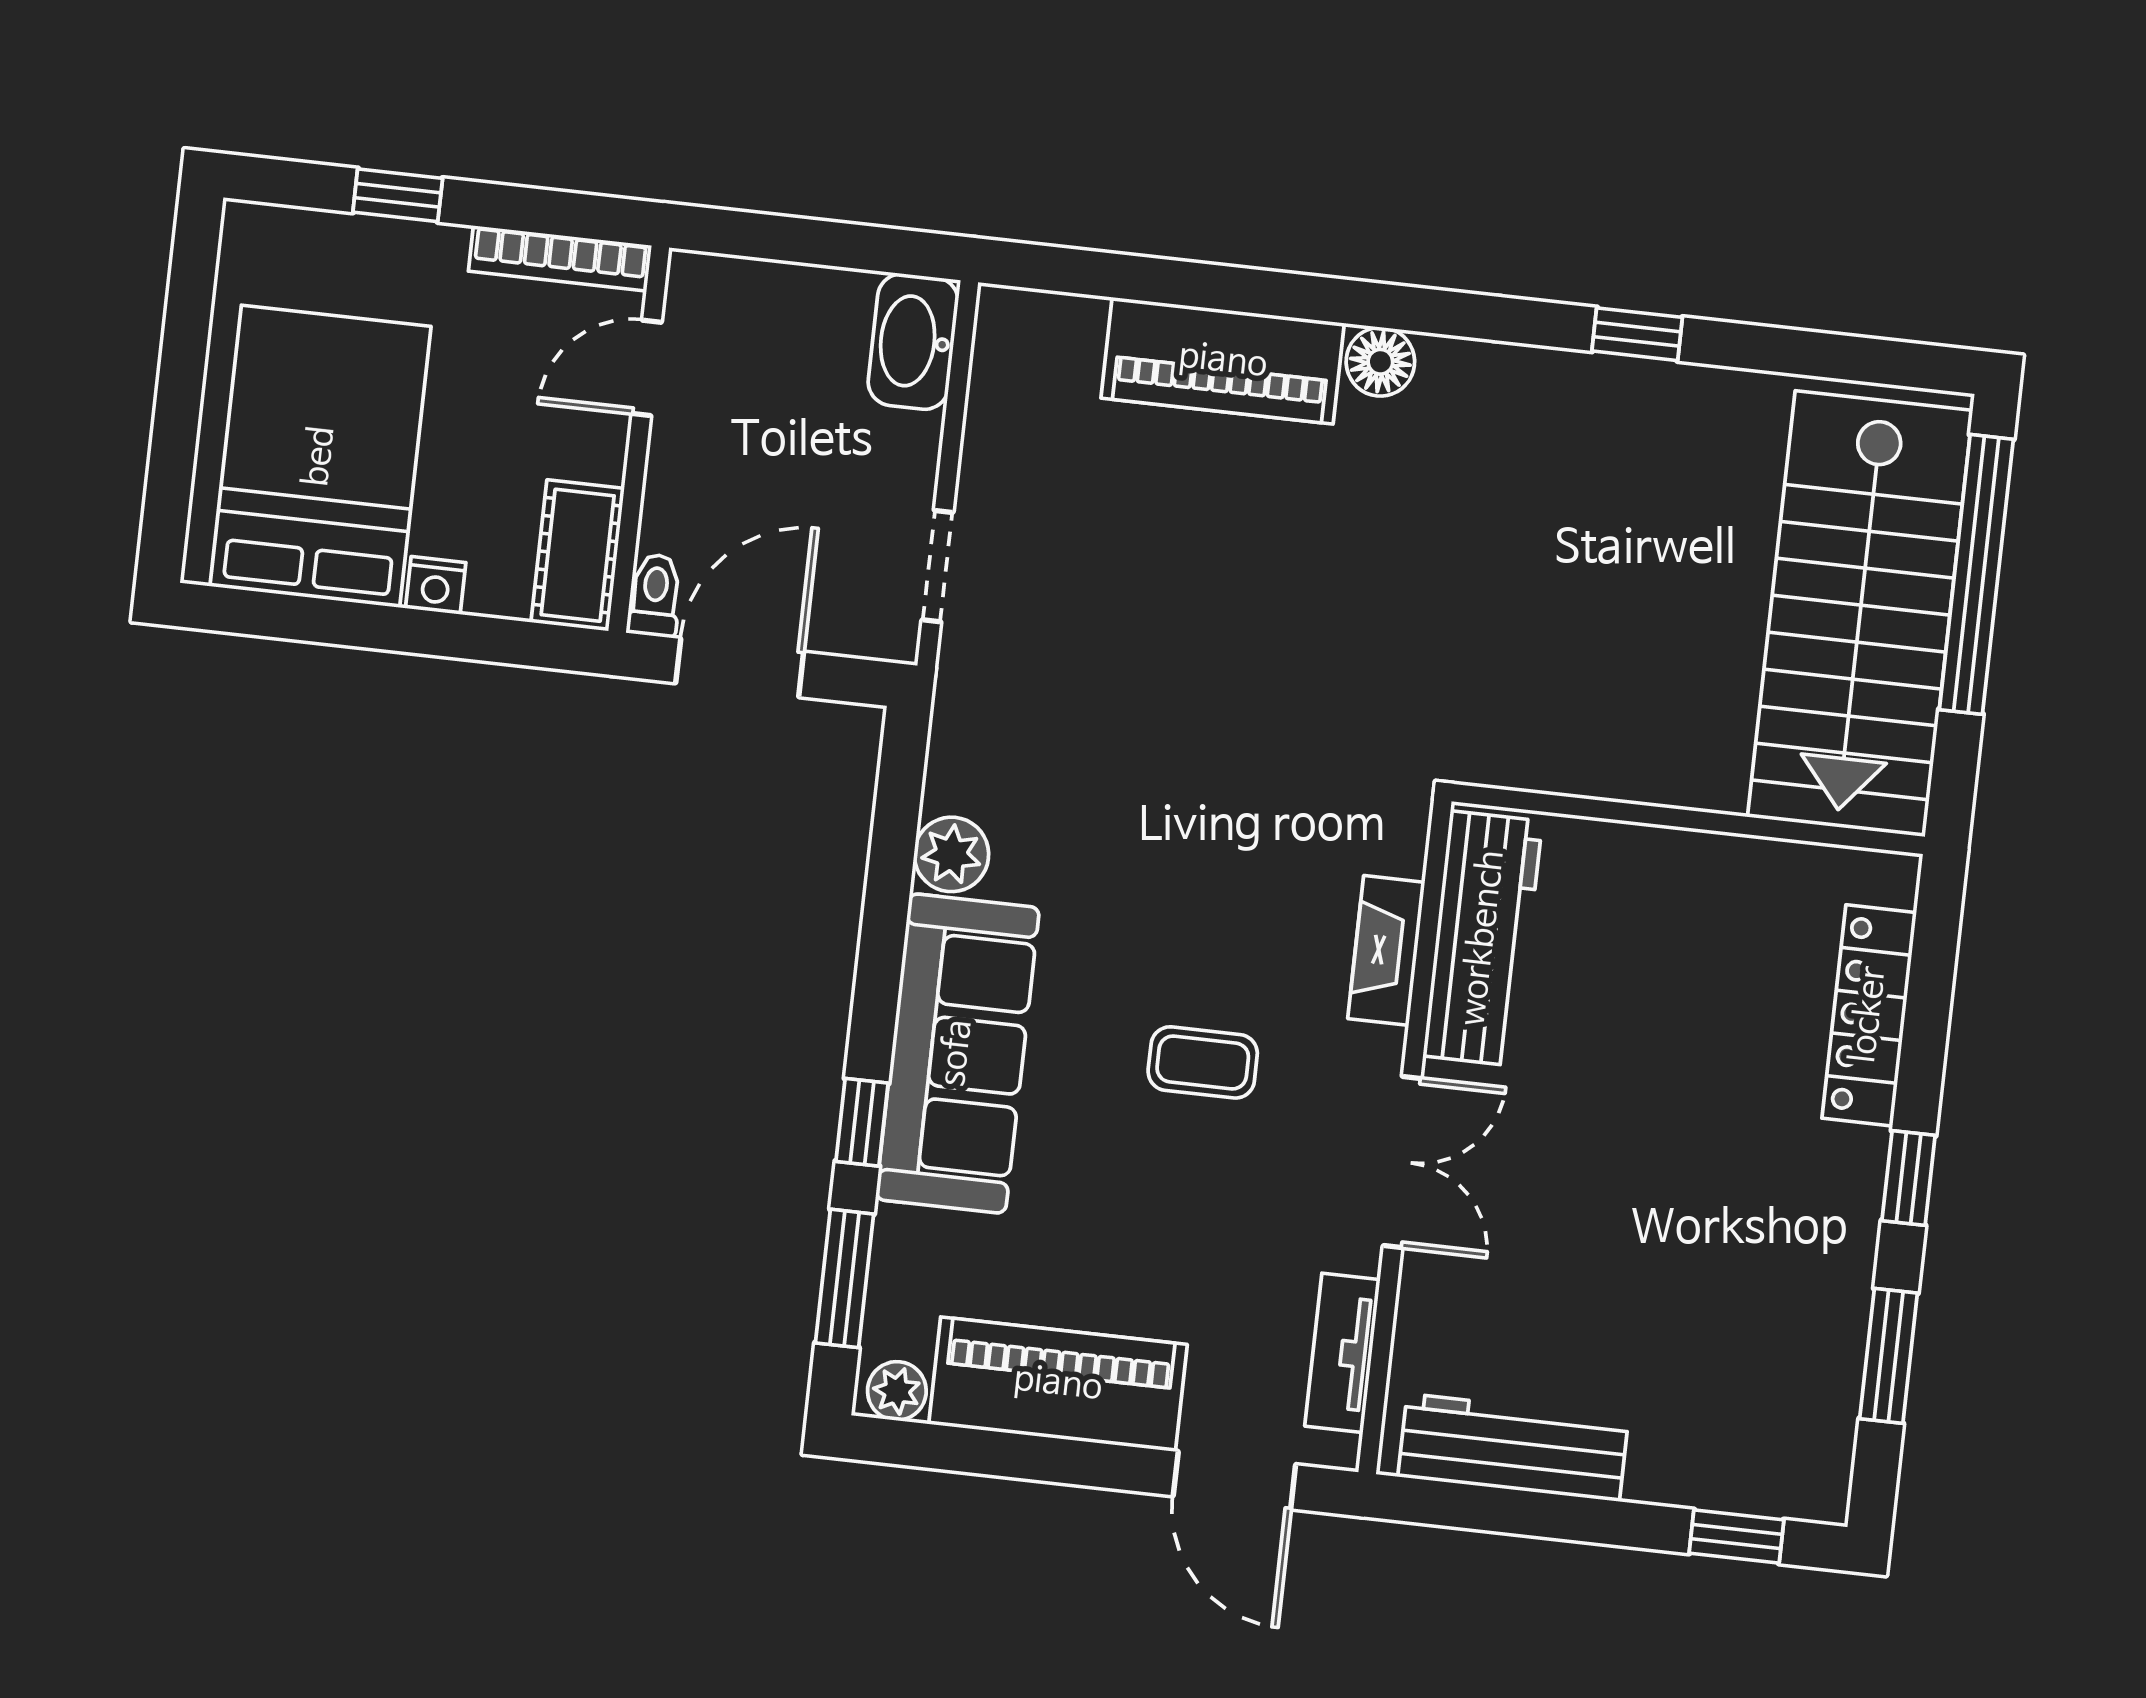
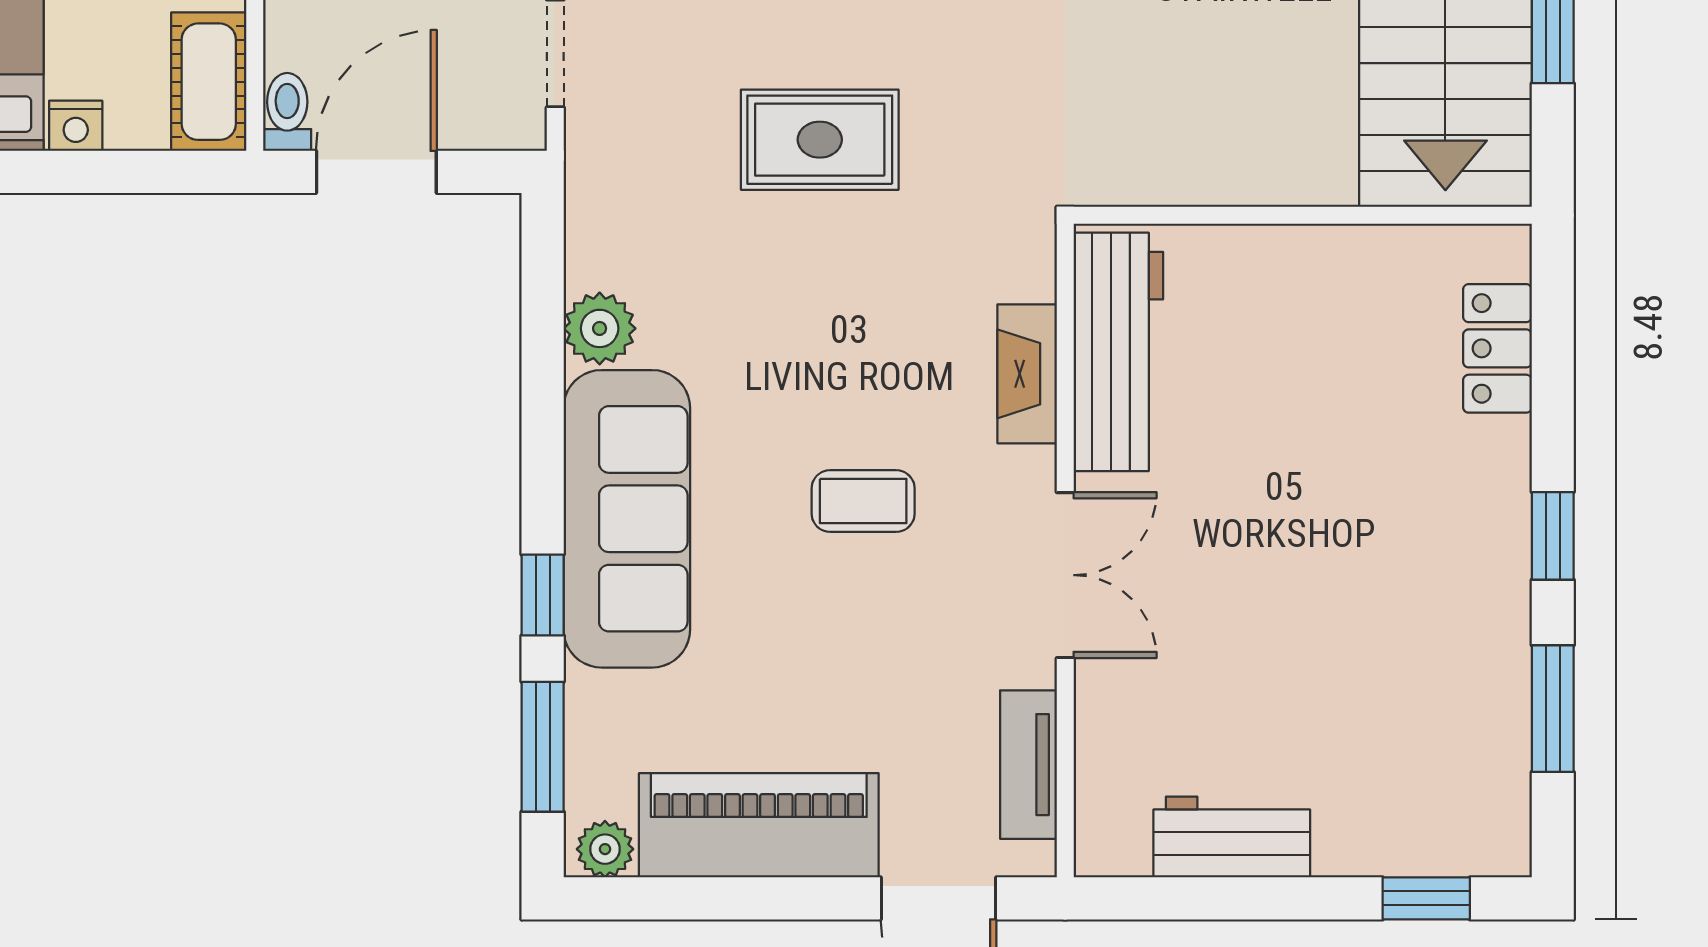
rug: (1200, 685) -> (820, 140), added
locker: (1869, 1015) -> (1497, 348), width x0.66
workbench: (1513, 1447) -> (1232, 837), width x0.73

